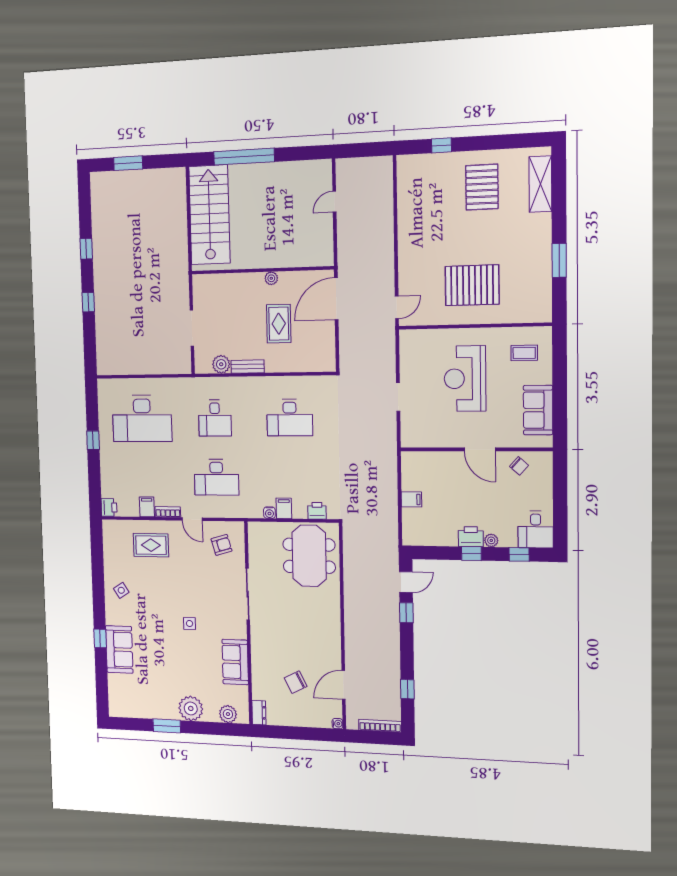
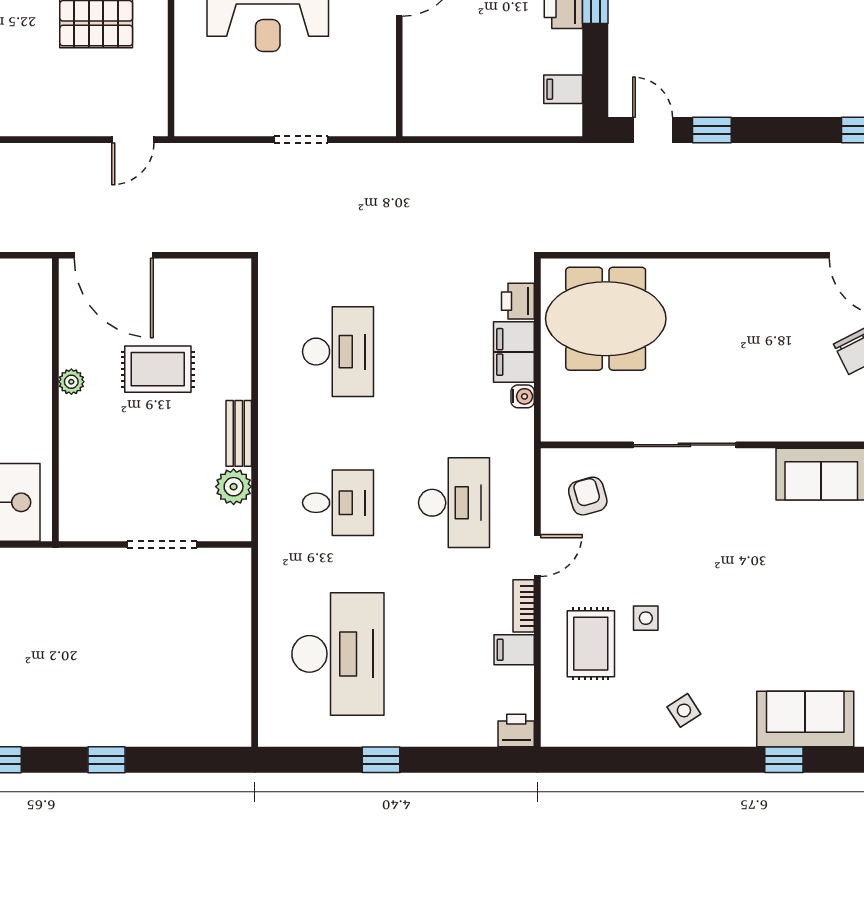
door: (397, 307) -> (133, 140), swing flipped
filing cabinet: (411, 499) -> (563, 89), moved, turned -90
filing cabinet: (284, 508) -> (514, 352), width x2.00
side table: (190, 623) -> (646, 618), moved

